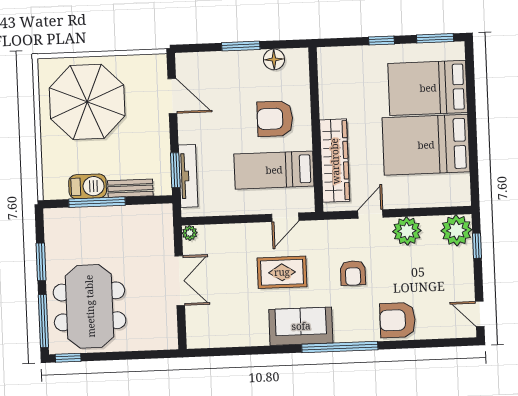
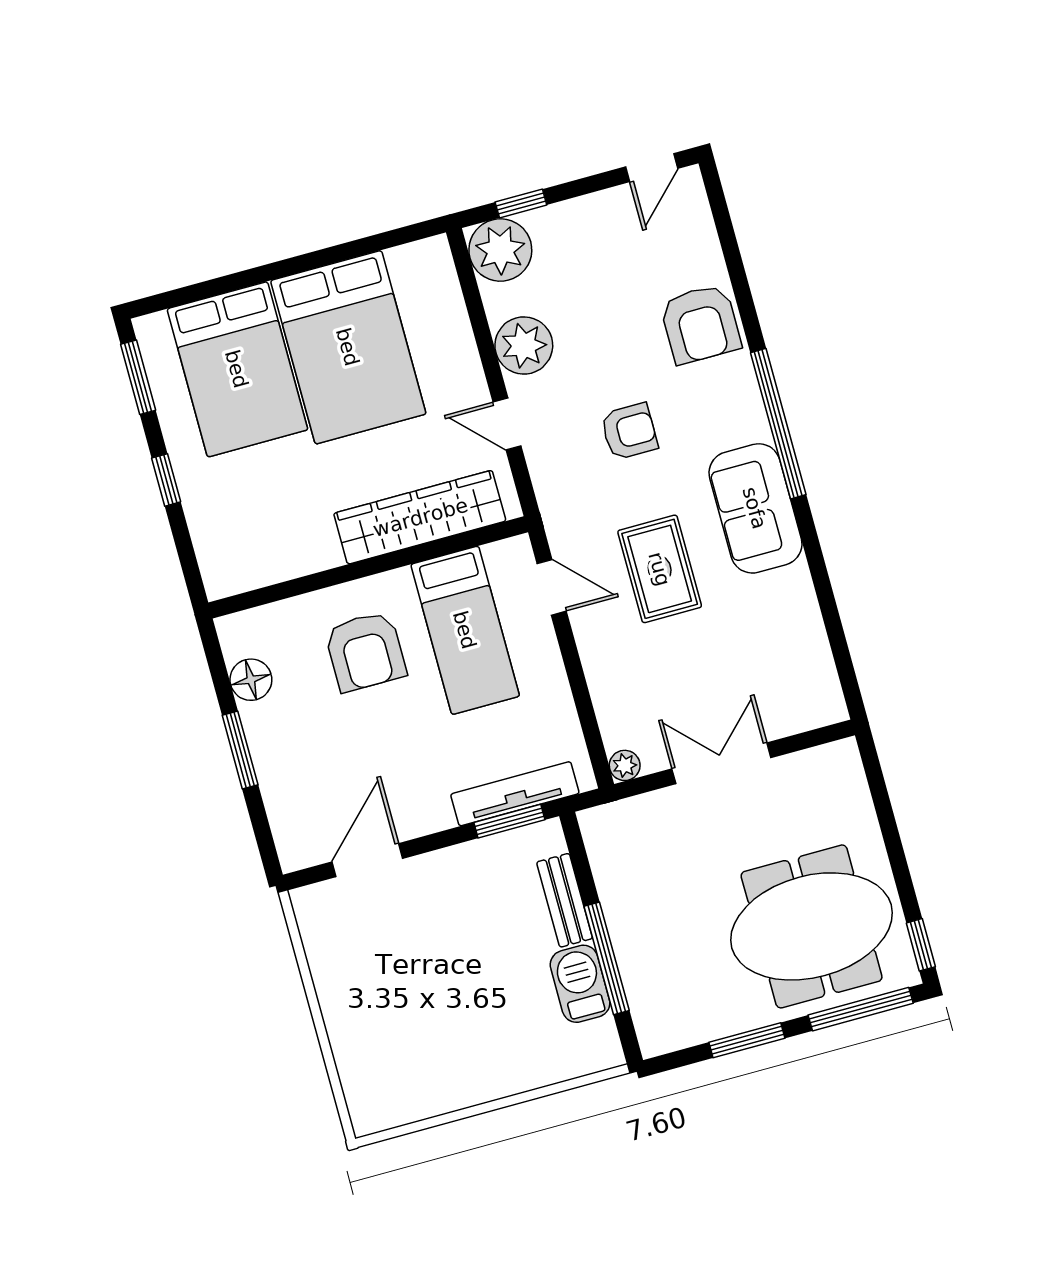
parasol: (87, 102) -> (417, 1022), removed

